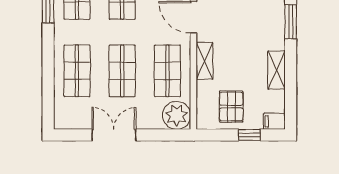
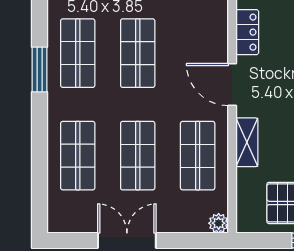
plant: (177, 115) -> (219, 223), width x0.53, depth x0.53

